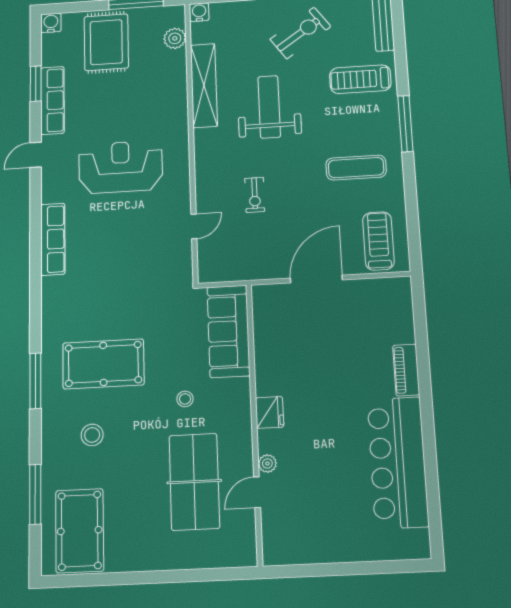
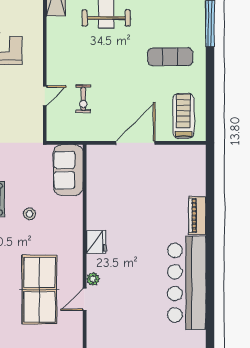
exercise bike: (255, 195) -> (83, 99), moved
sofa: (228, 331) -> (68, 170), width x0.73
stool: (185, 399) -> (29, 214), moved

